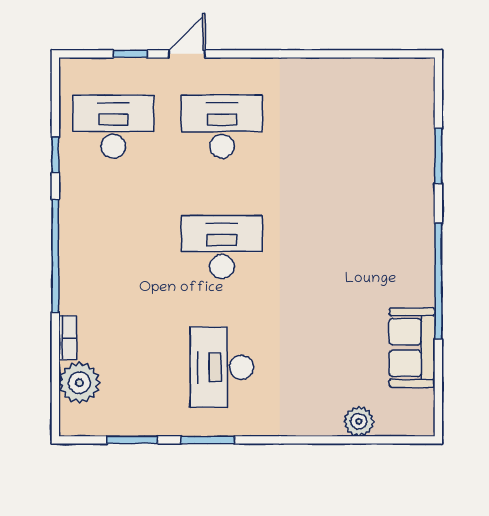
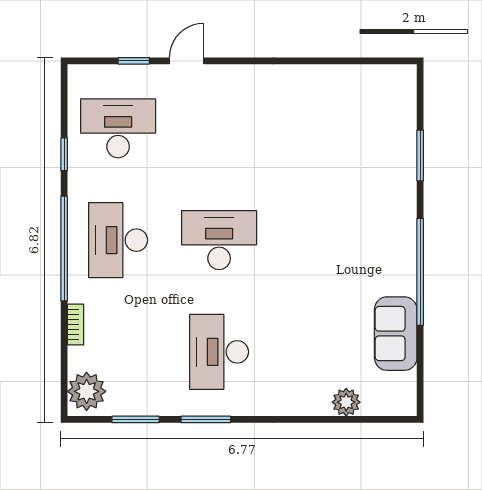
desk: (222, 127) -> (118, 240), moved, turned -90
plant: (79, 383) -> (87, 391), moved

